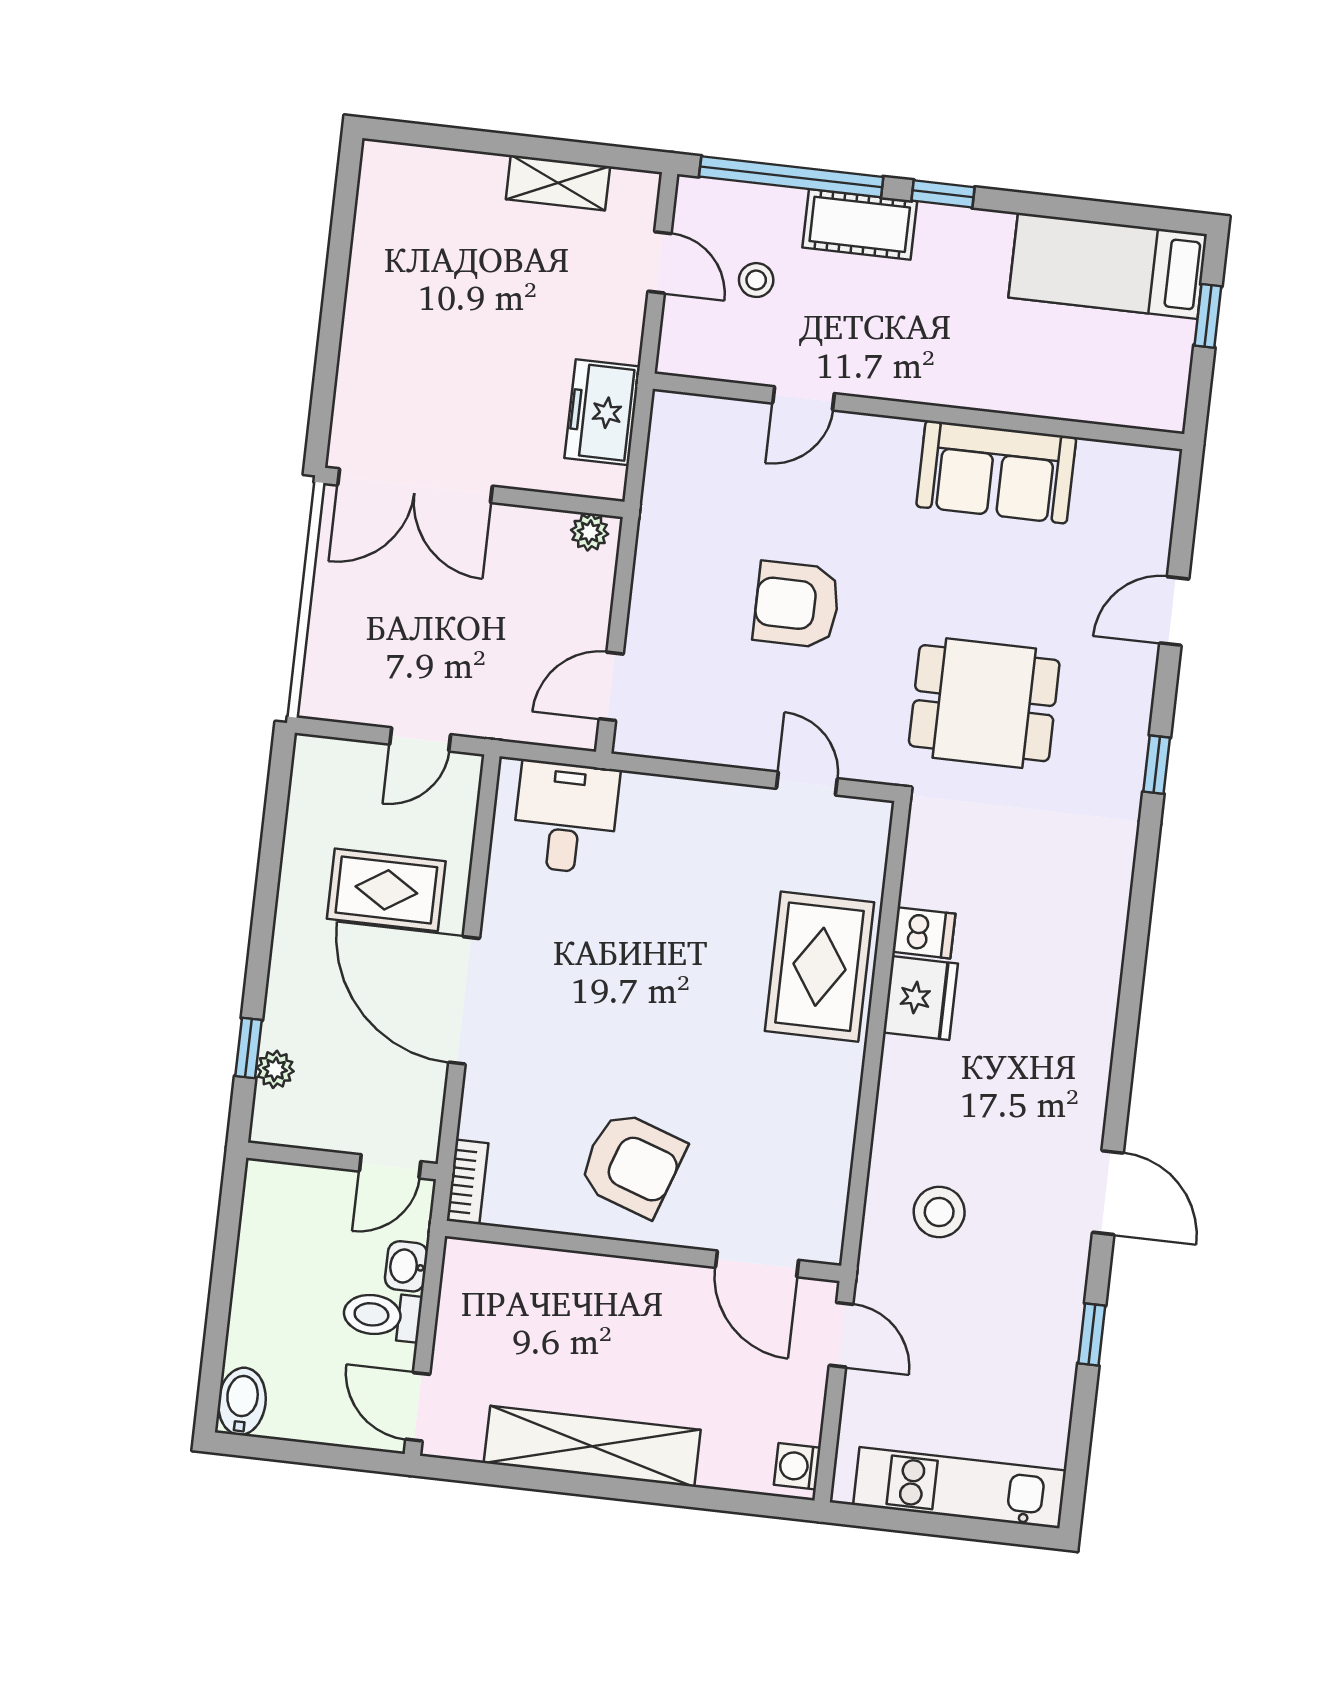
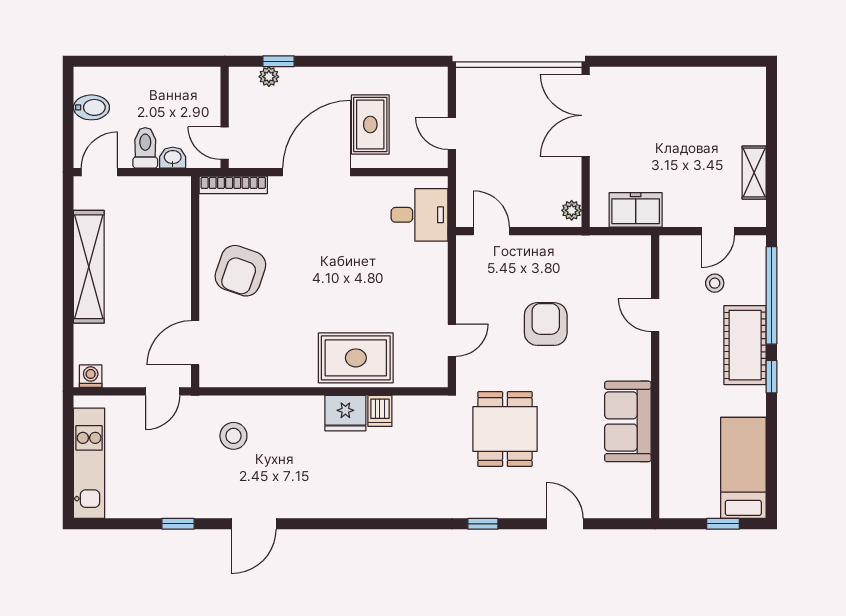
cot: (860, 224) -> (745, 345), width x1.37, depth x1.34
bookcase: (467, 1182) -> (233, 185), width x1.56
bidet: (242, 1401) -> (91, 107), moved

